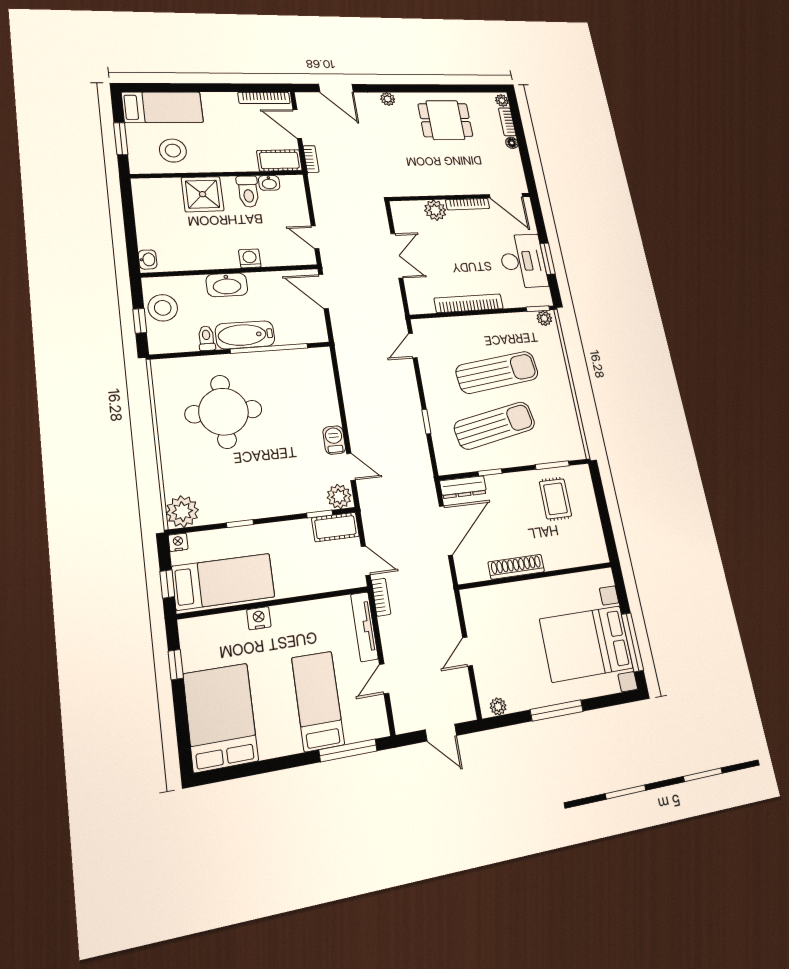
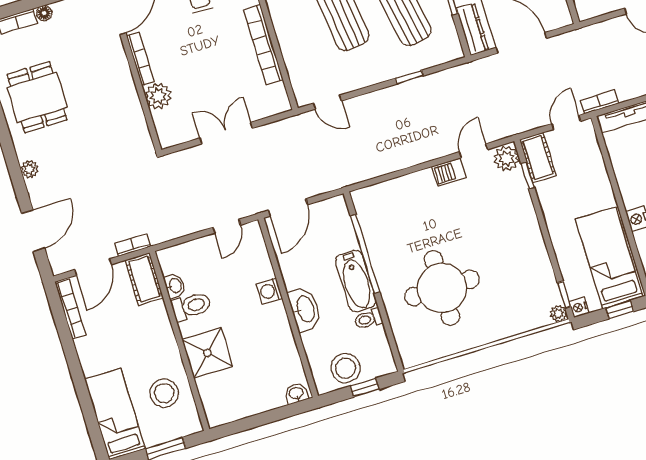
plant: (182, 512) -> (558, 314), width x0.53, depth x0.53
window: (240, 524) -> (564, 295), moved

